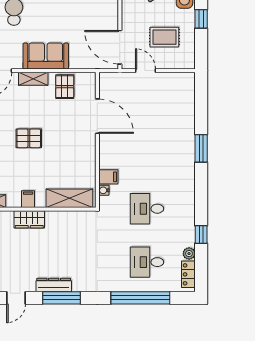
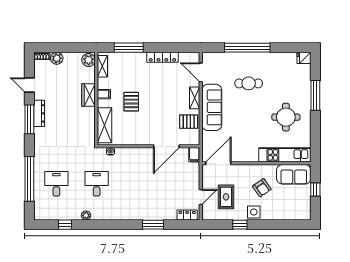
sofa: (46, 56) -> (212, 107), width x1.36
door: (146, 71) -> (201, 197), moved
pallet: (29, 138) -> (131, 102), moved
window: (201, 148) -> (153, 225), moved
filing cabinet: (108, 177) -> (194, 155), moved
window: (201, 234) -> (65, 225), moved
plant: (189, 254) -> (86, 215), moved
locker: (188, 274) -> (187, 215), moved

